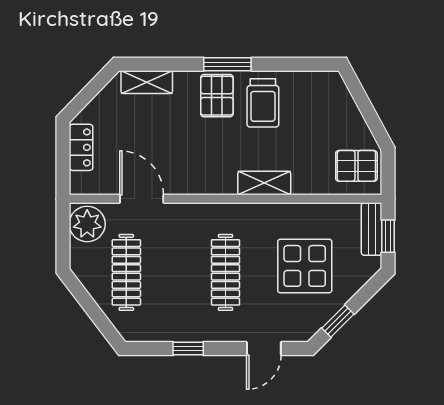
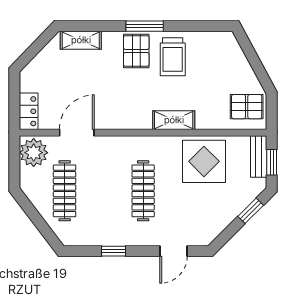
locker: (81, 147) -> (29, 111), moved
door: (142, 199) -> (77, 133), hinge flipped
display table: (305, 266) -> (204, 161), moved
window: (338, 321) -> (251, 211), moved

